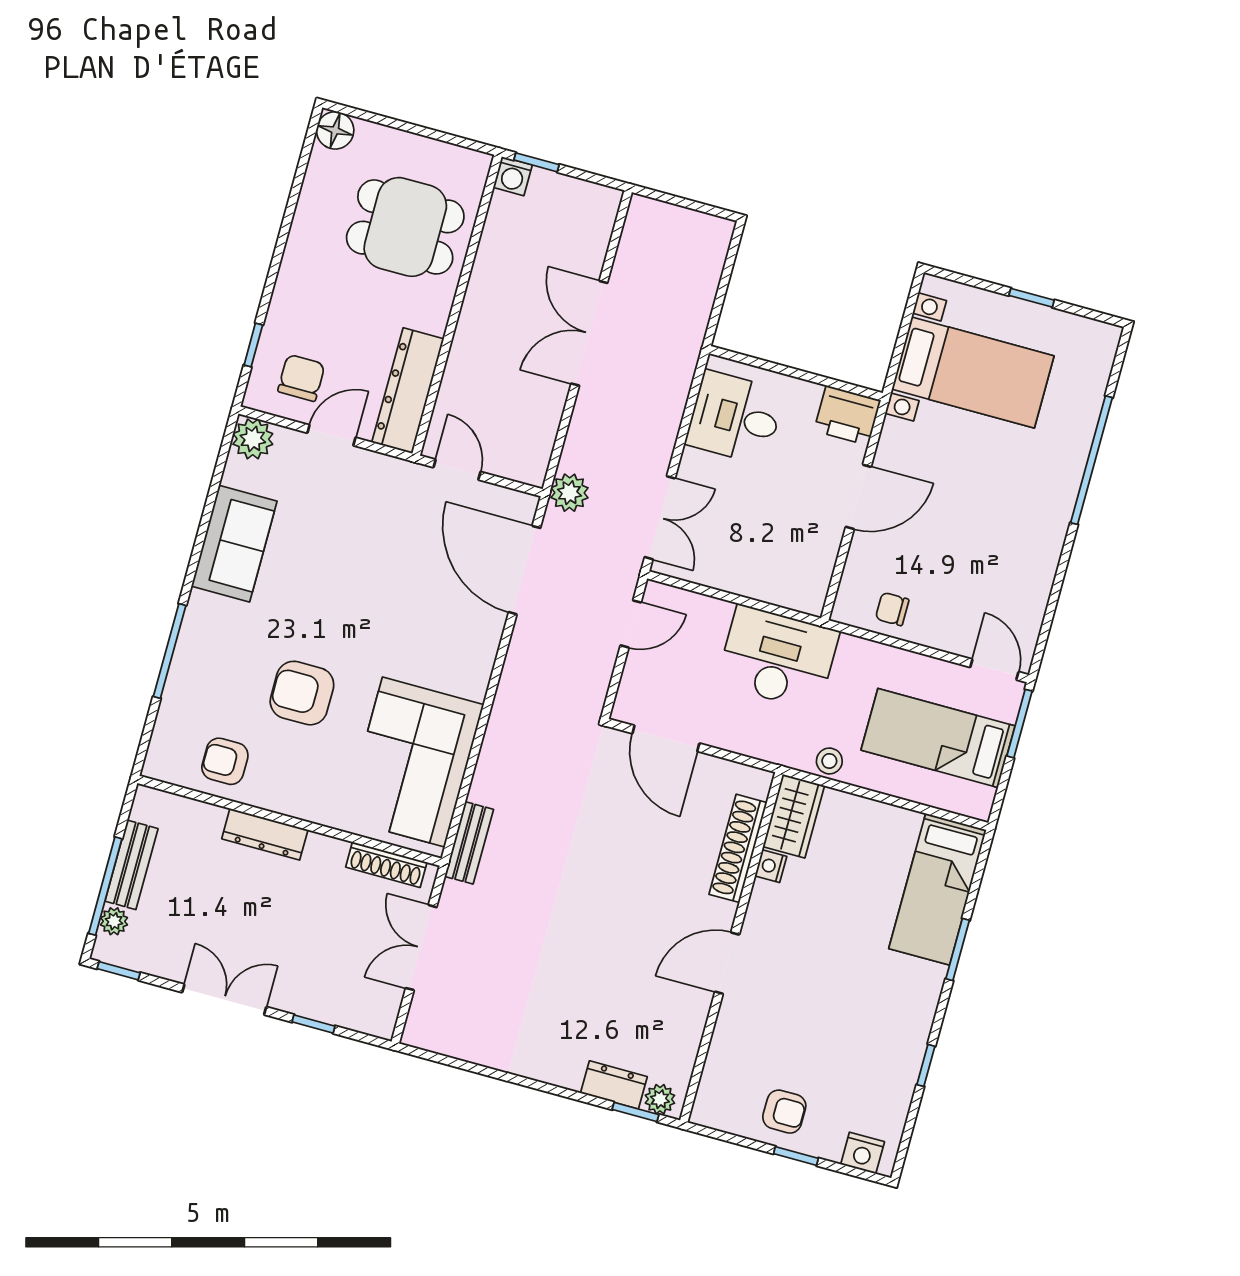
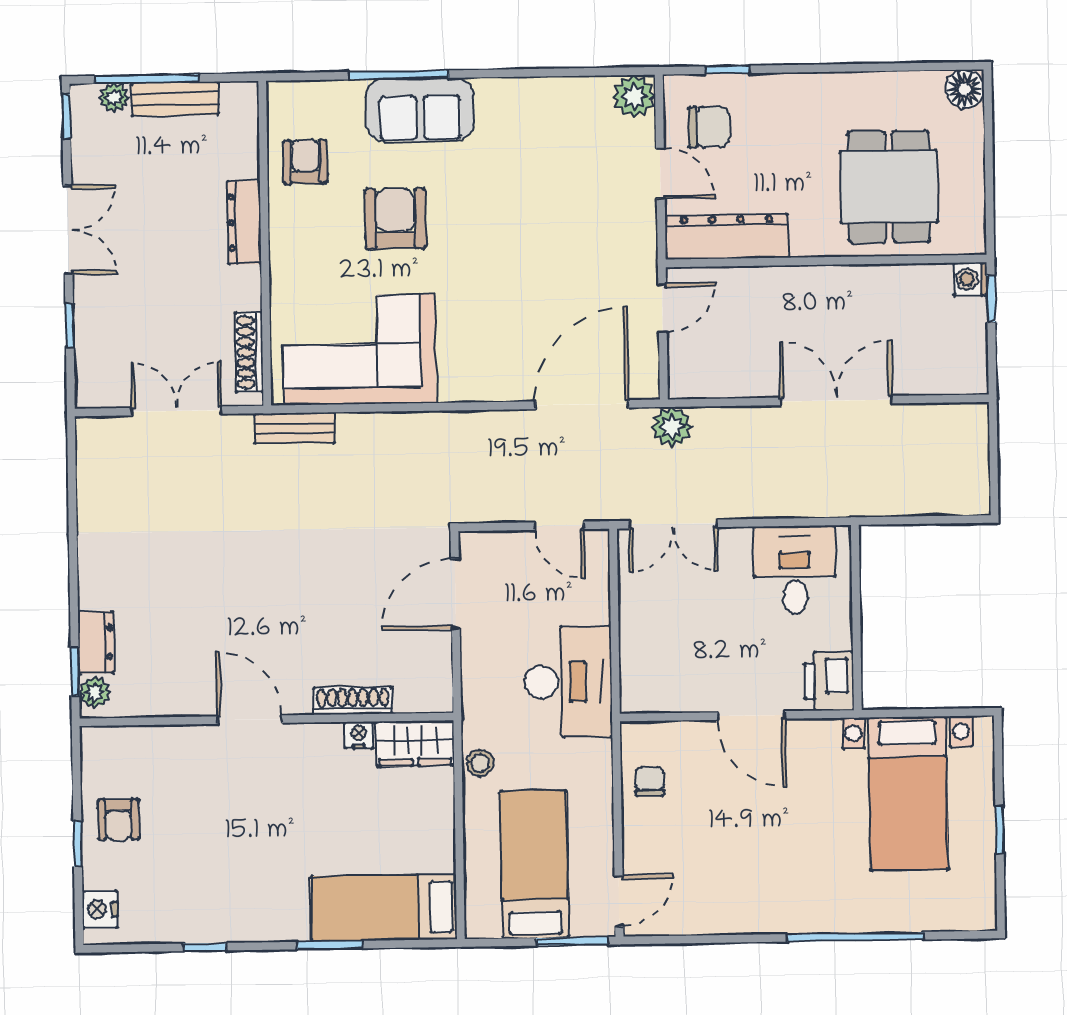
sofa: (234, 544) -> (420, 110), moved
shoe rack: (738, 848) -> (353, 701), width x0.74, depth x0.81

